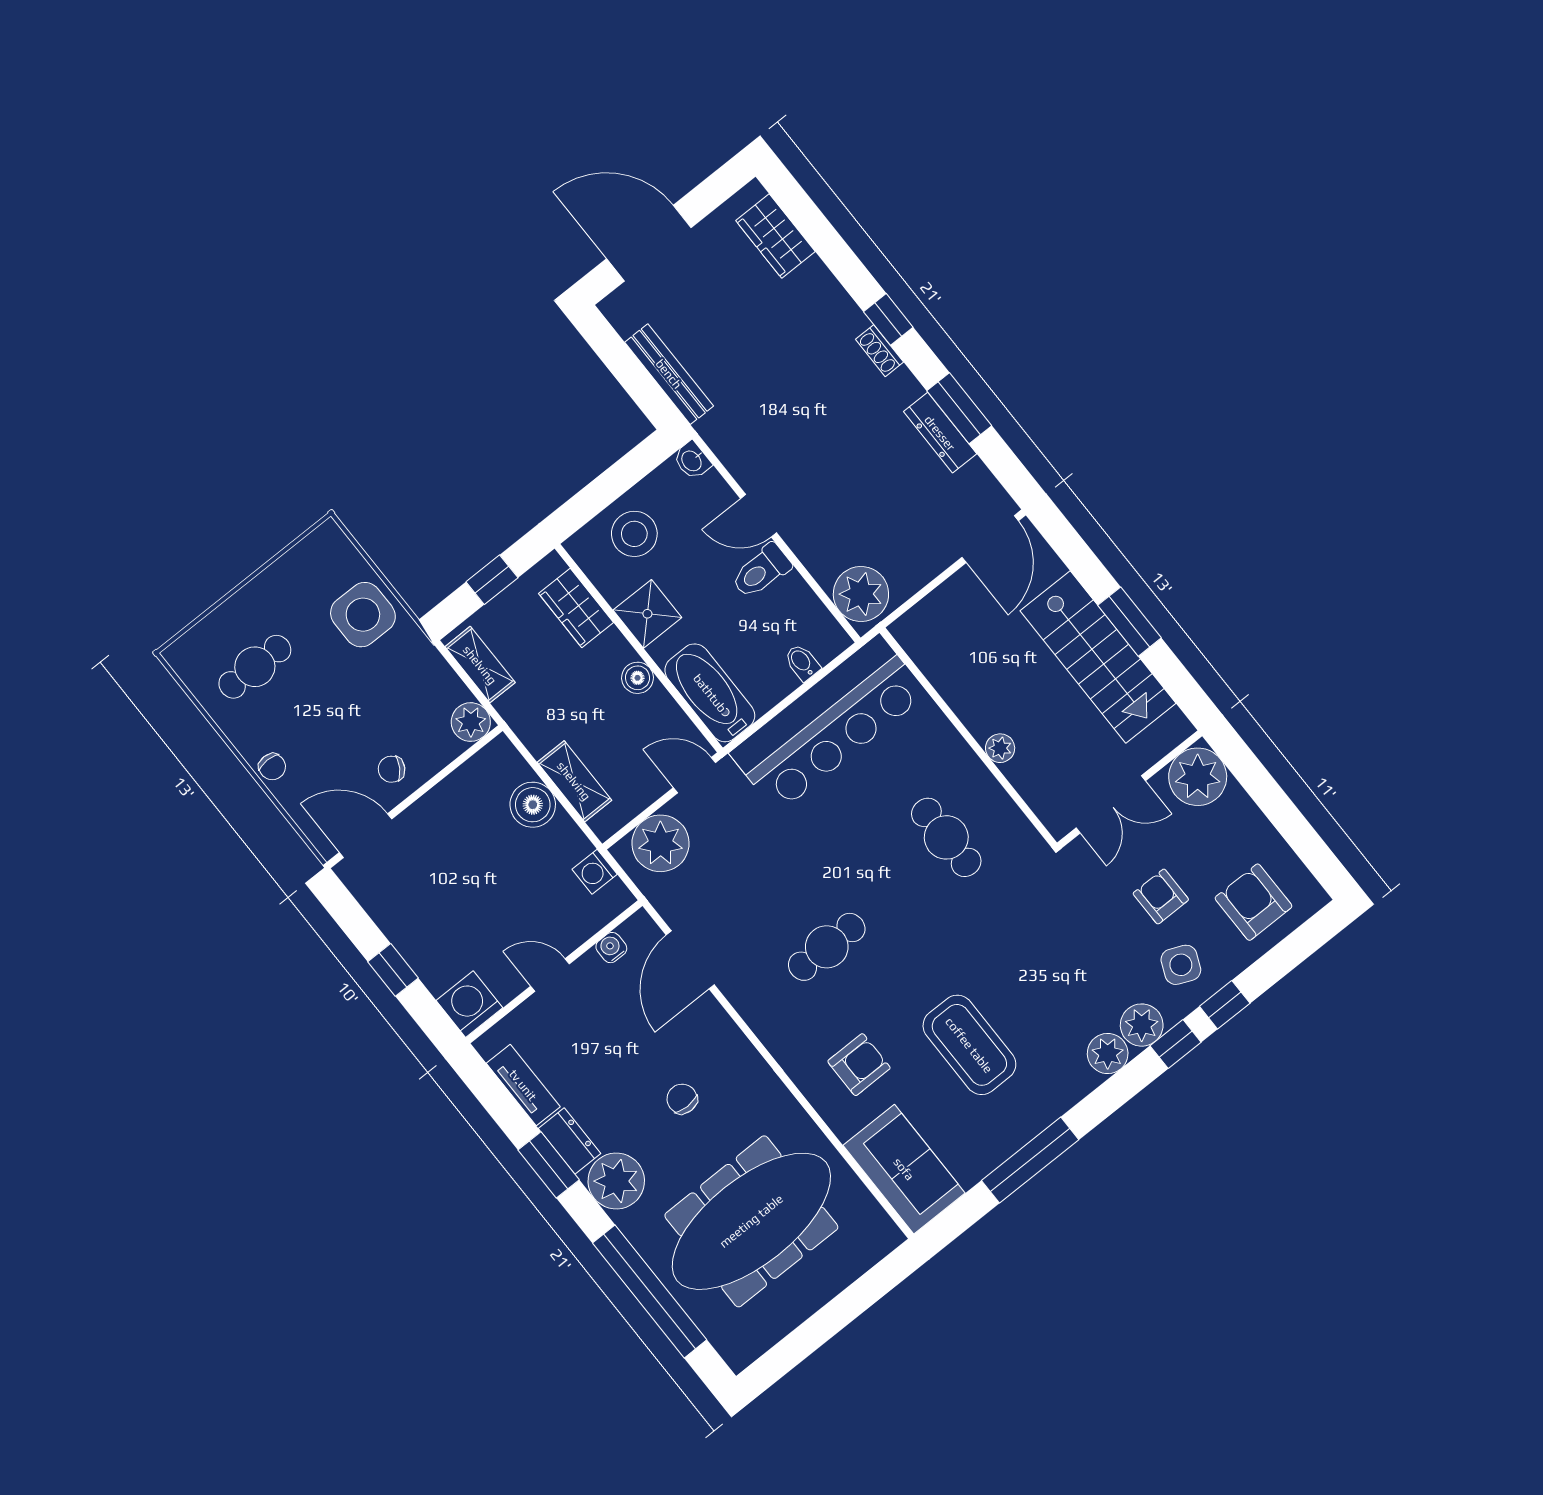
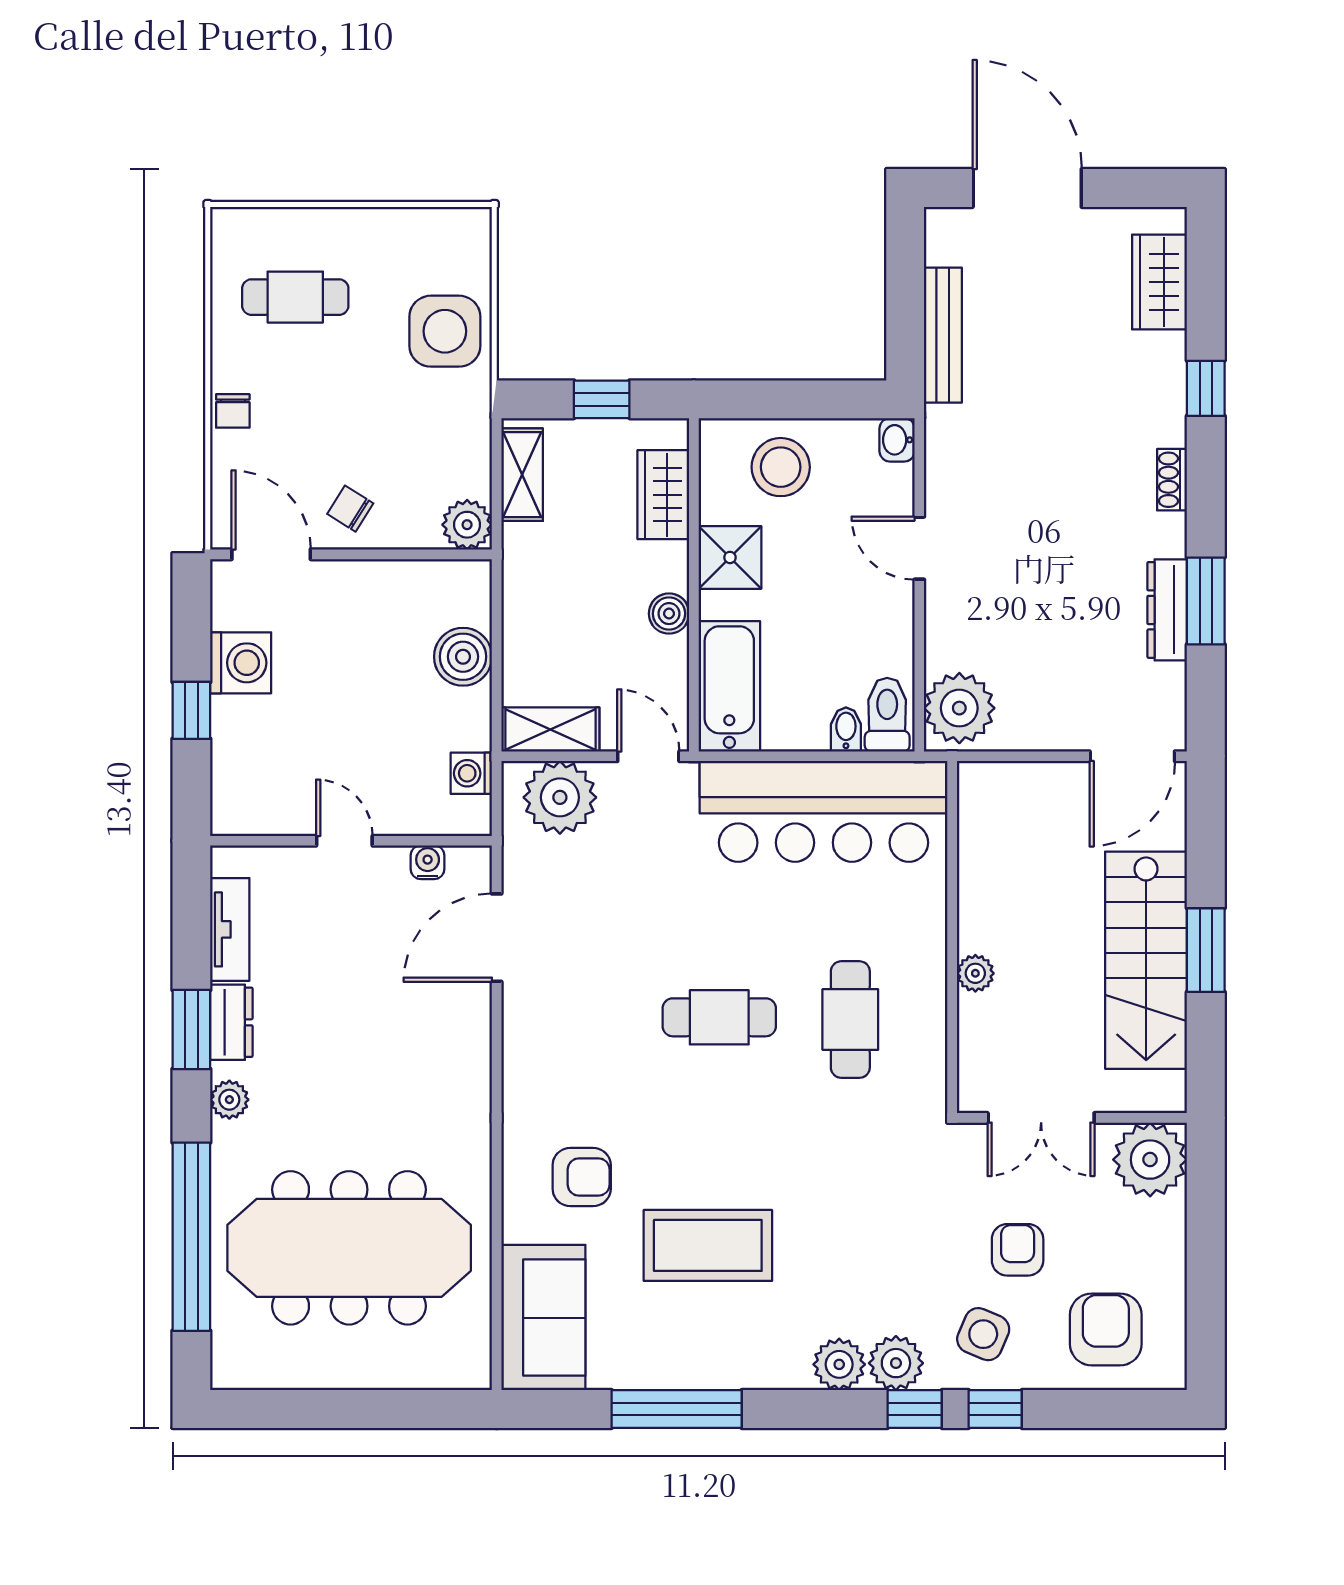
window: (888, 319) -> (1206, 388), moved
toilet: (761, 571) -> (887, 715), moved, turned 90
shelving: (574, 781) -> (550, 729), moved, turned 90
cafe table: (827, 947) -> (719, 1017), moved
washing machine: (469, 1004) -> (241, 663), moved, turned 90
coffee table: (969, 1045) -> (708, 1245), turned 90
chair: (682, 1099) -> (377, 1070), removed
plant: (616, 1181) -> (229, 1100), width x0.53, depth x0.53

